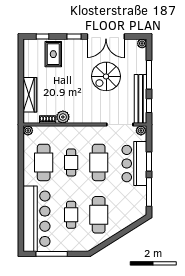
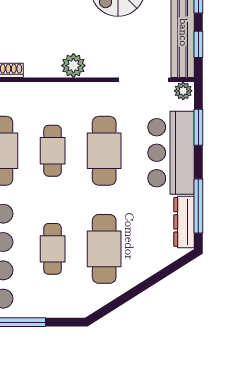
plant: (63, 117) -> (73, 66), moved
window: (149, 161) -> (198, 127), moved
dresser: (141, 200) -> (184, 222), added

